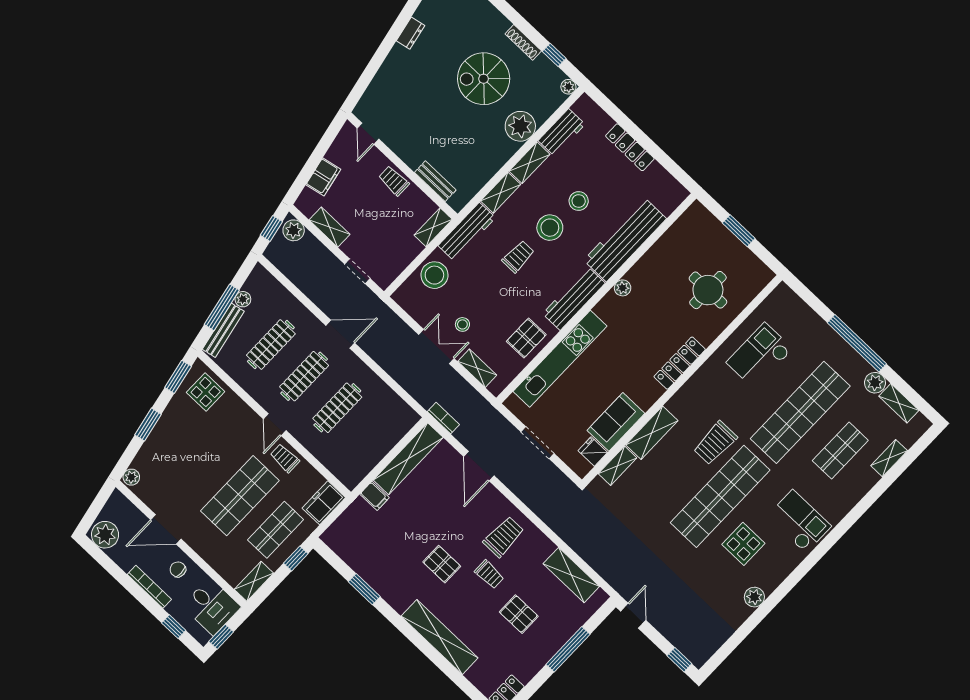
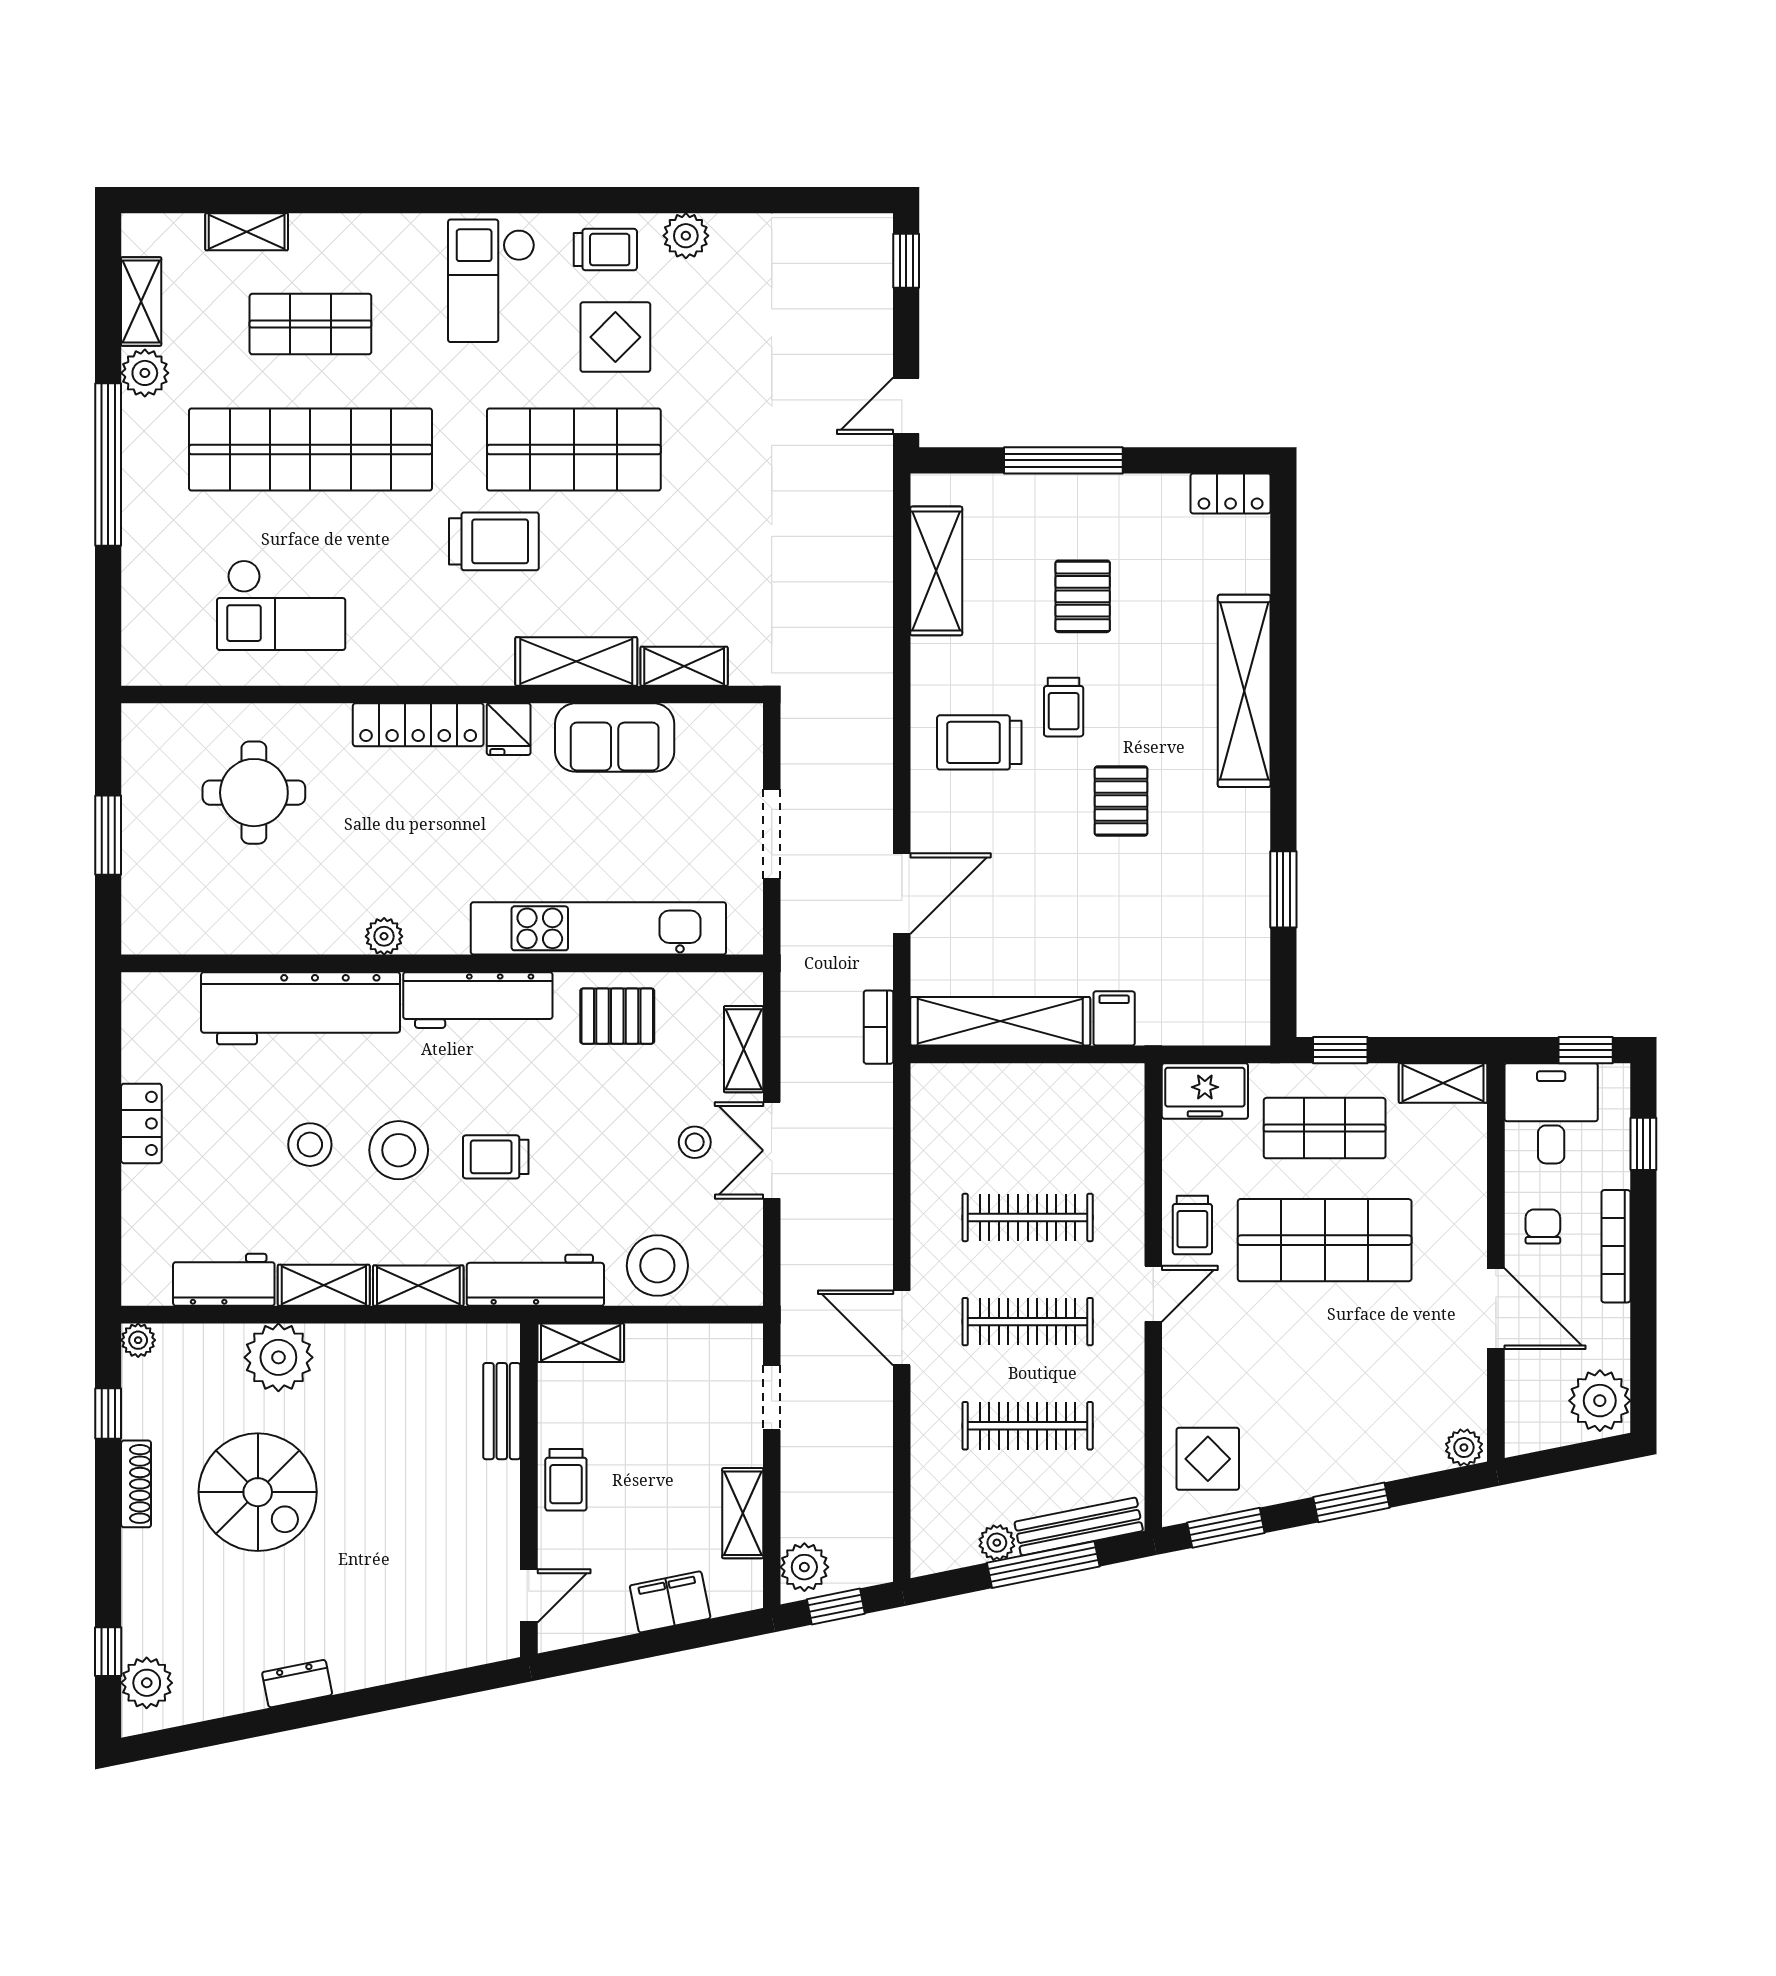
locker: (630, 147) -> (141, 1123), width x0.66
fridge: (593, 451) -> (509, 729), moved
shop shelf: (720, 496) -> (574, 449), width x0.71
trolley: (774, 567) -> (605, 250), added
chair: (178, 569) -> (1543, 1227), turned 180
trolley: (489, 574) -> (1064, 707), turned 180

